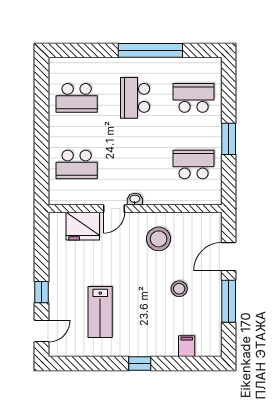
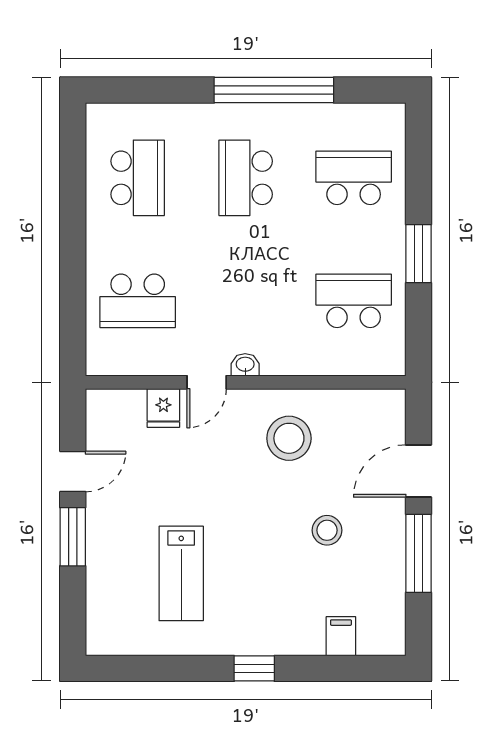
school desk: (77, 98) -> (138, 178), turned -90
fridge: (83, 226) -> (163, 408), width x0.53, depth x0.75
window: (41, 292) -> (73, 537), width x1.50
door: (41, 331) -> (73, 472), moved

